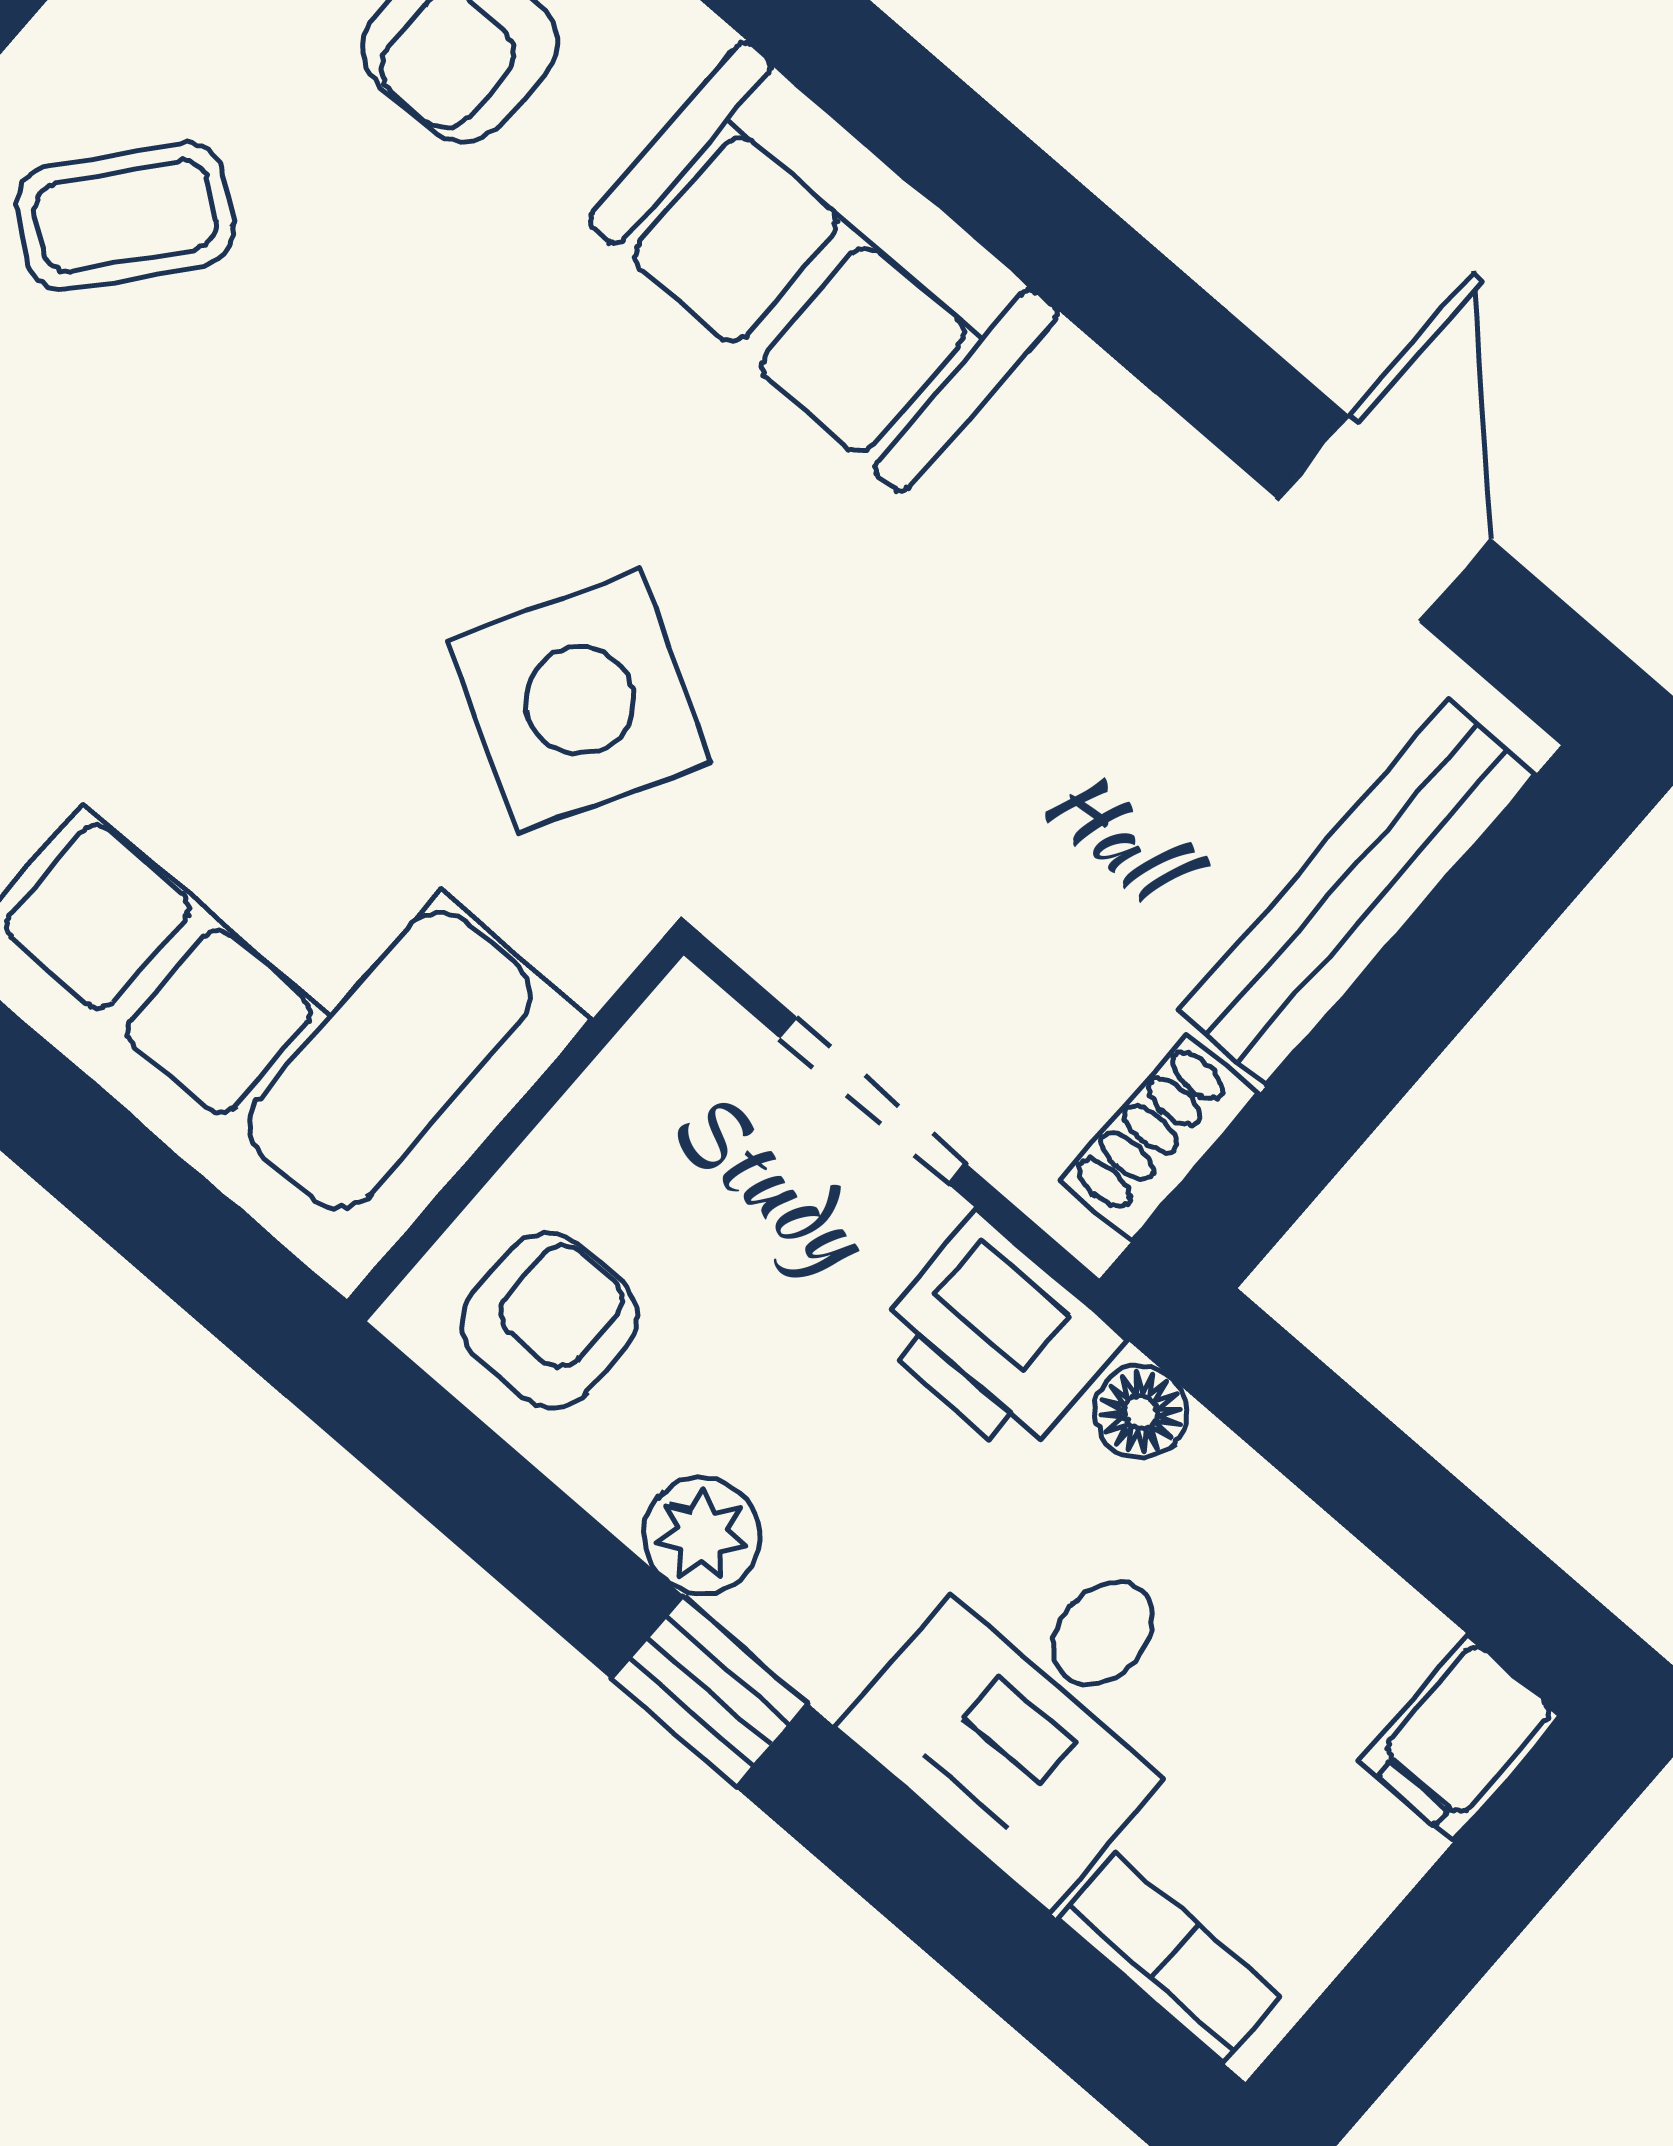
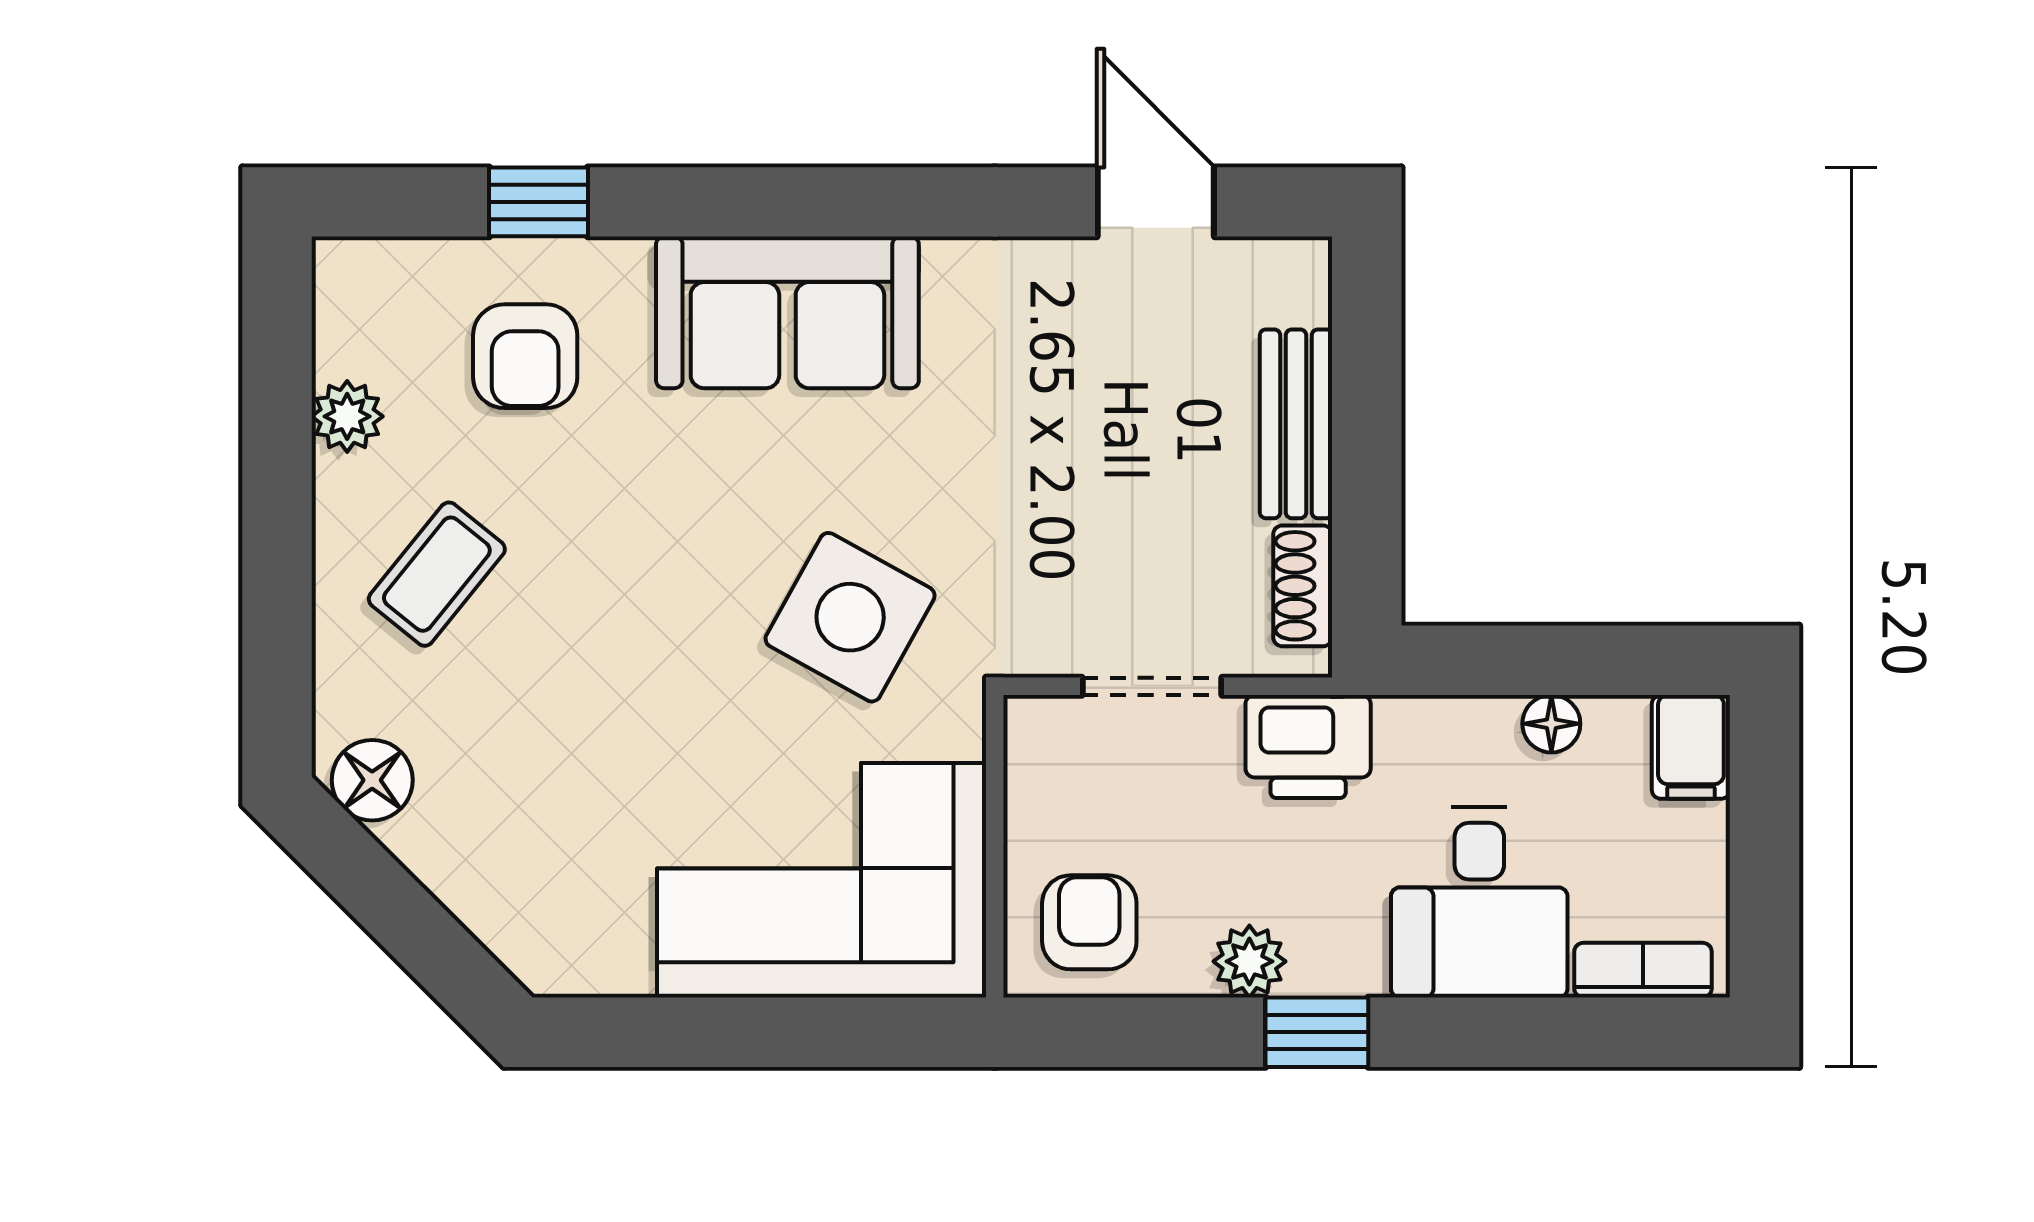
bench: (1357, 893) -> (1296, 424), width x0.73
floor lamp: (1141, 1412) -> (1551, 724), moved

